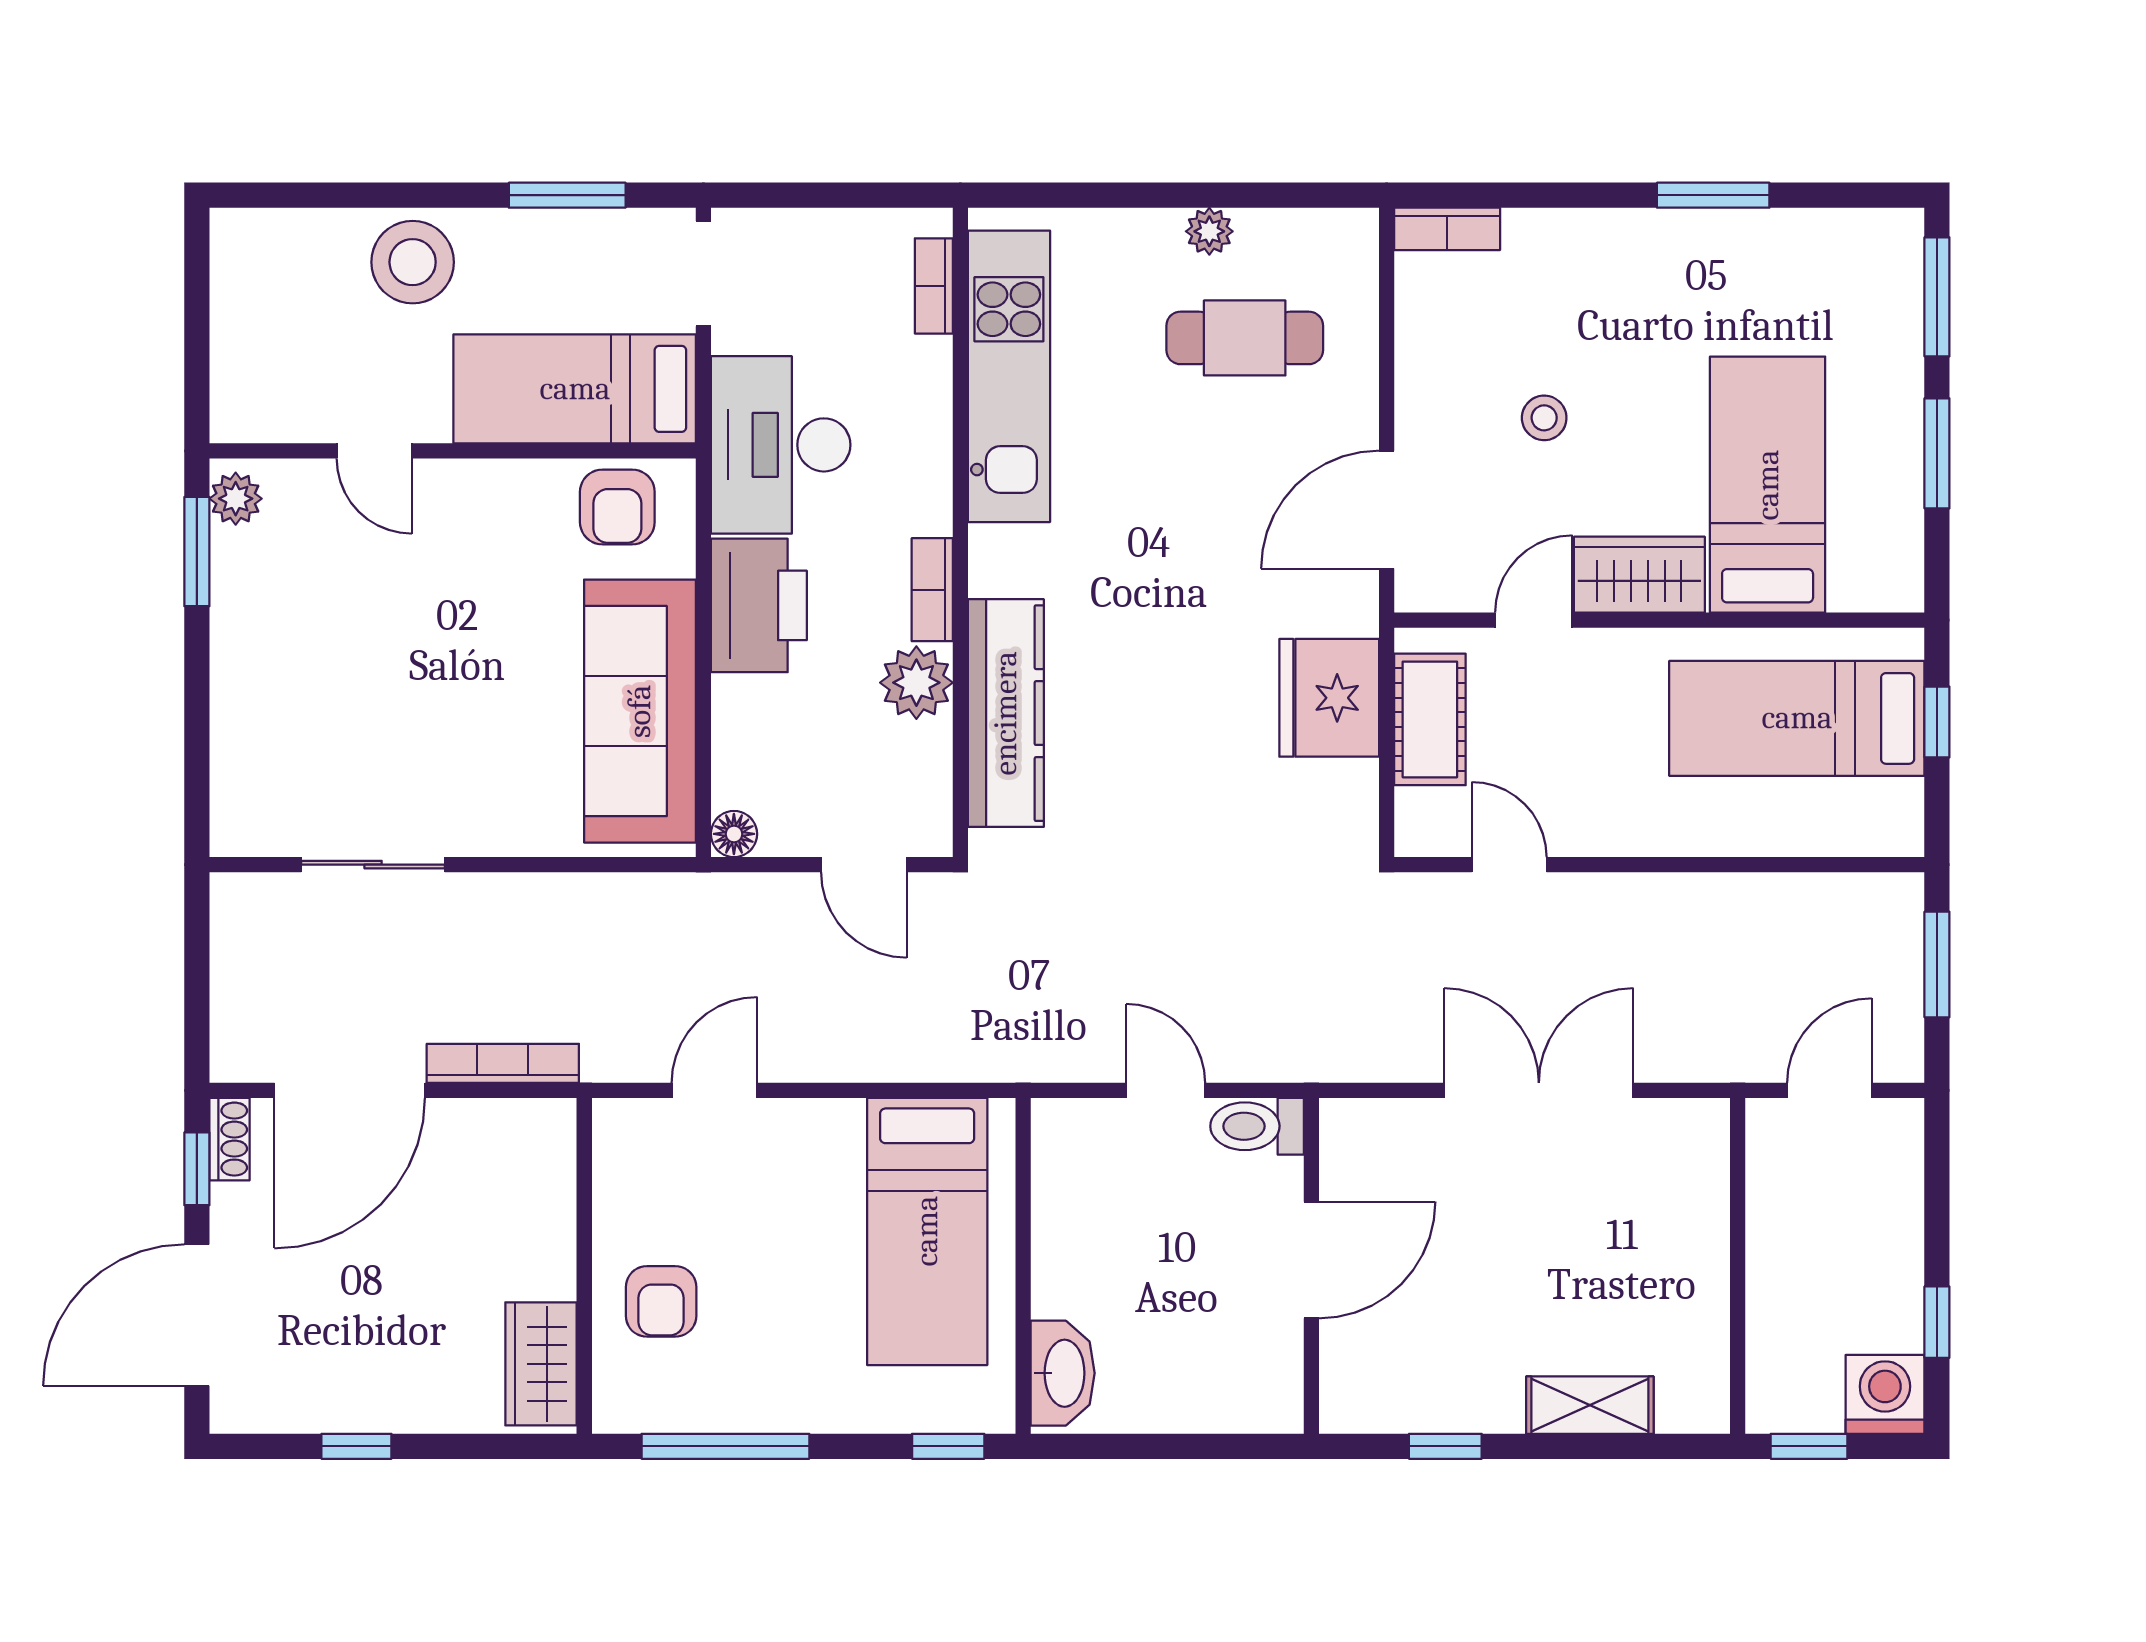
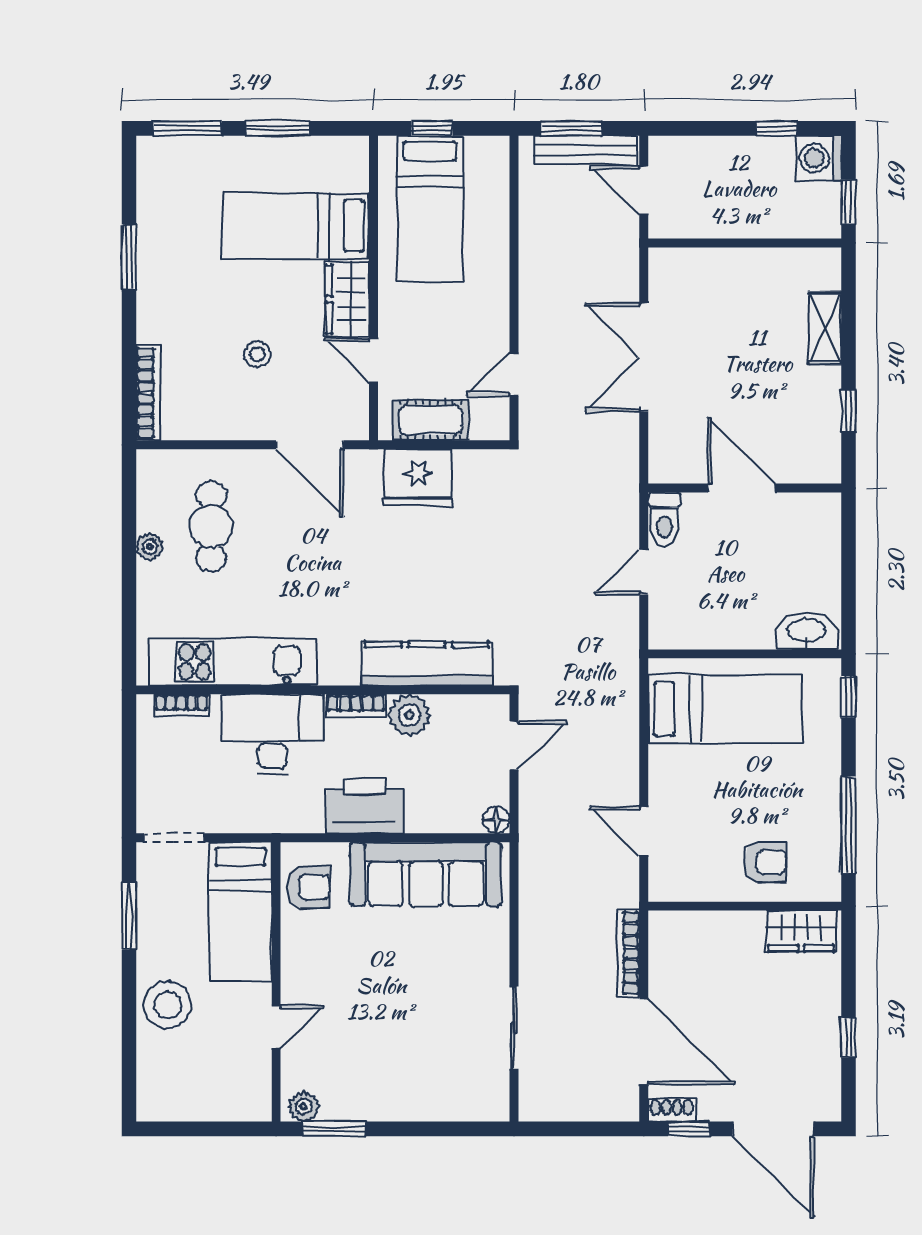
bookcase: (1447, 229) -> (148, 393), width x1.56
desk: (781, 445) -> (272, 734), moved, turned 180
bench: (1899, 988) -> (585, 150), added

